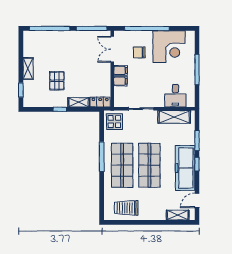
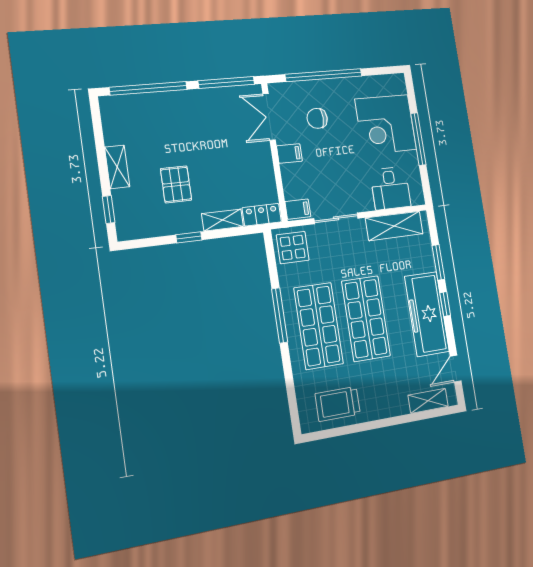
corner desk: (169, 47) -> (386, 124), moved, turned 90
filing cabinet: (120, 81) -> (298, 209), moved

